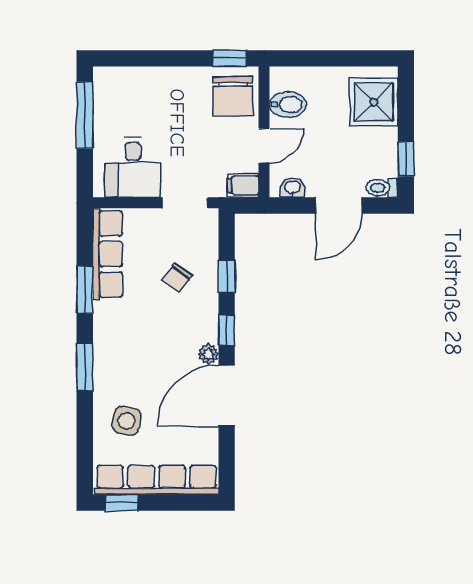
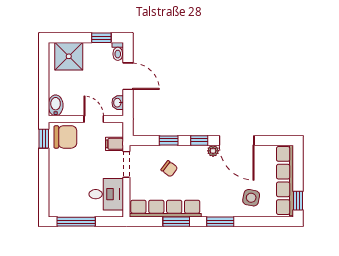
bidet: (288, 104) -> (56, 105), moved
filing cabinet: (243, 186) -> (114, 144), moved, turned 90
row of seats: (108, 254) -> (165, 209), width x1.36

